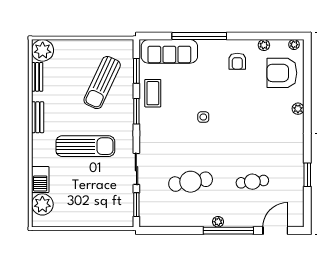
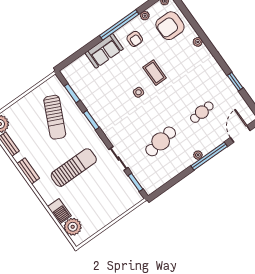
window: (199, 36) -> (119, 25), moved
sofa: (169, 51) -> (104, 51), moved, width x0.73
coffee table: (153, 93) -> (155, 73), moved

